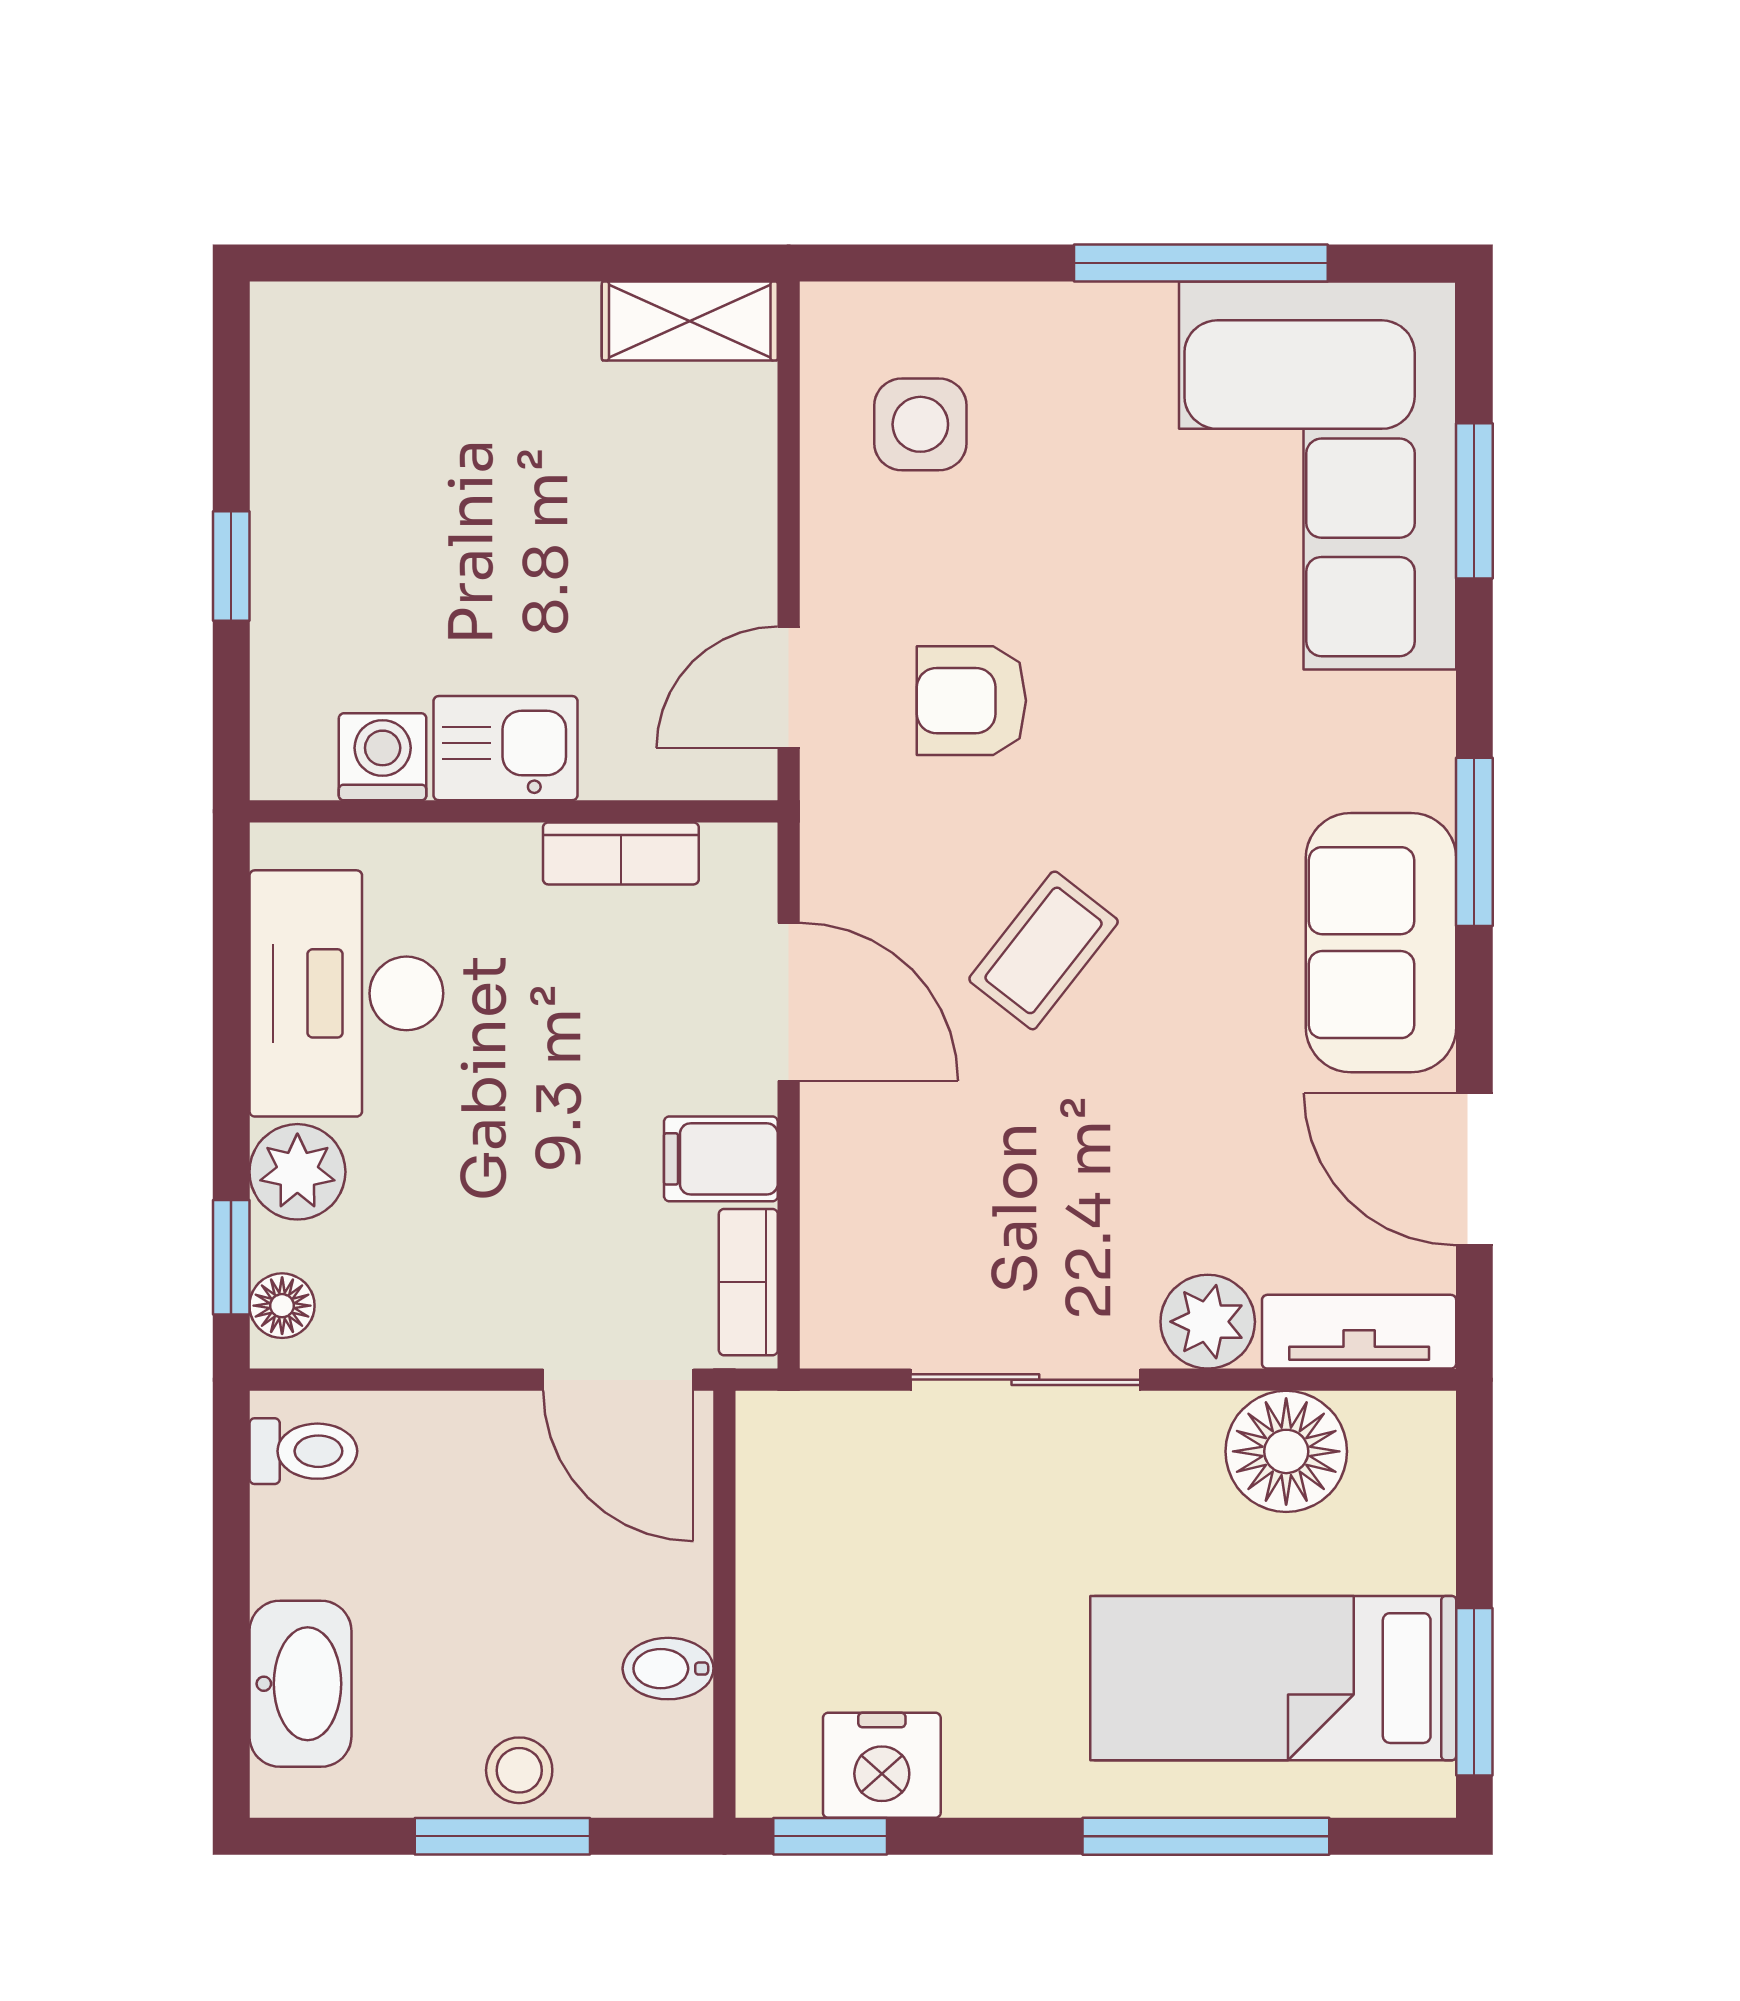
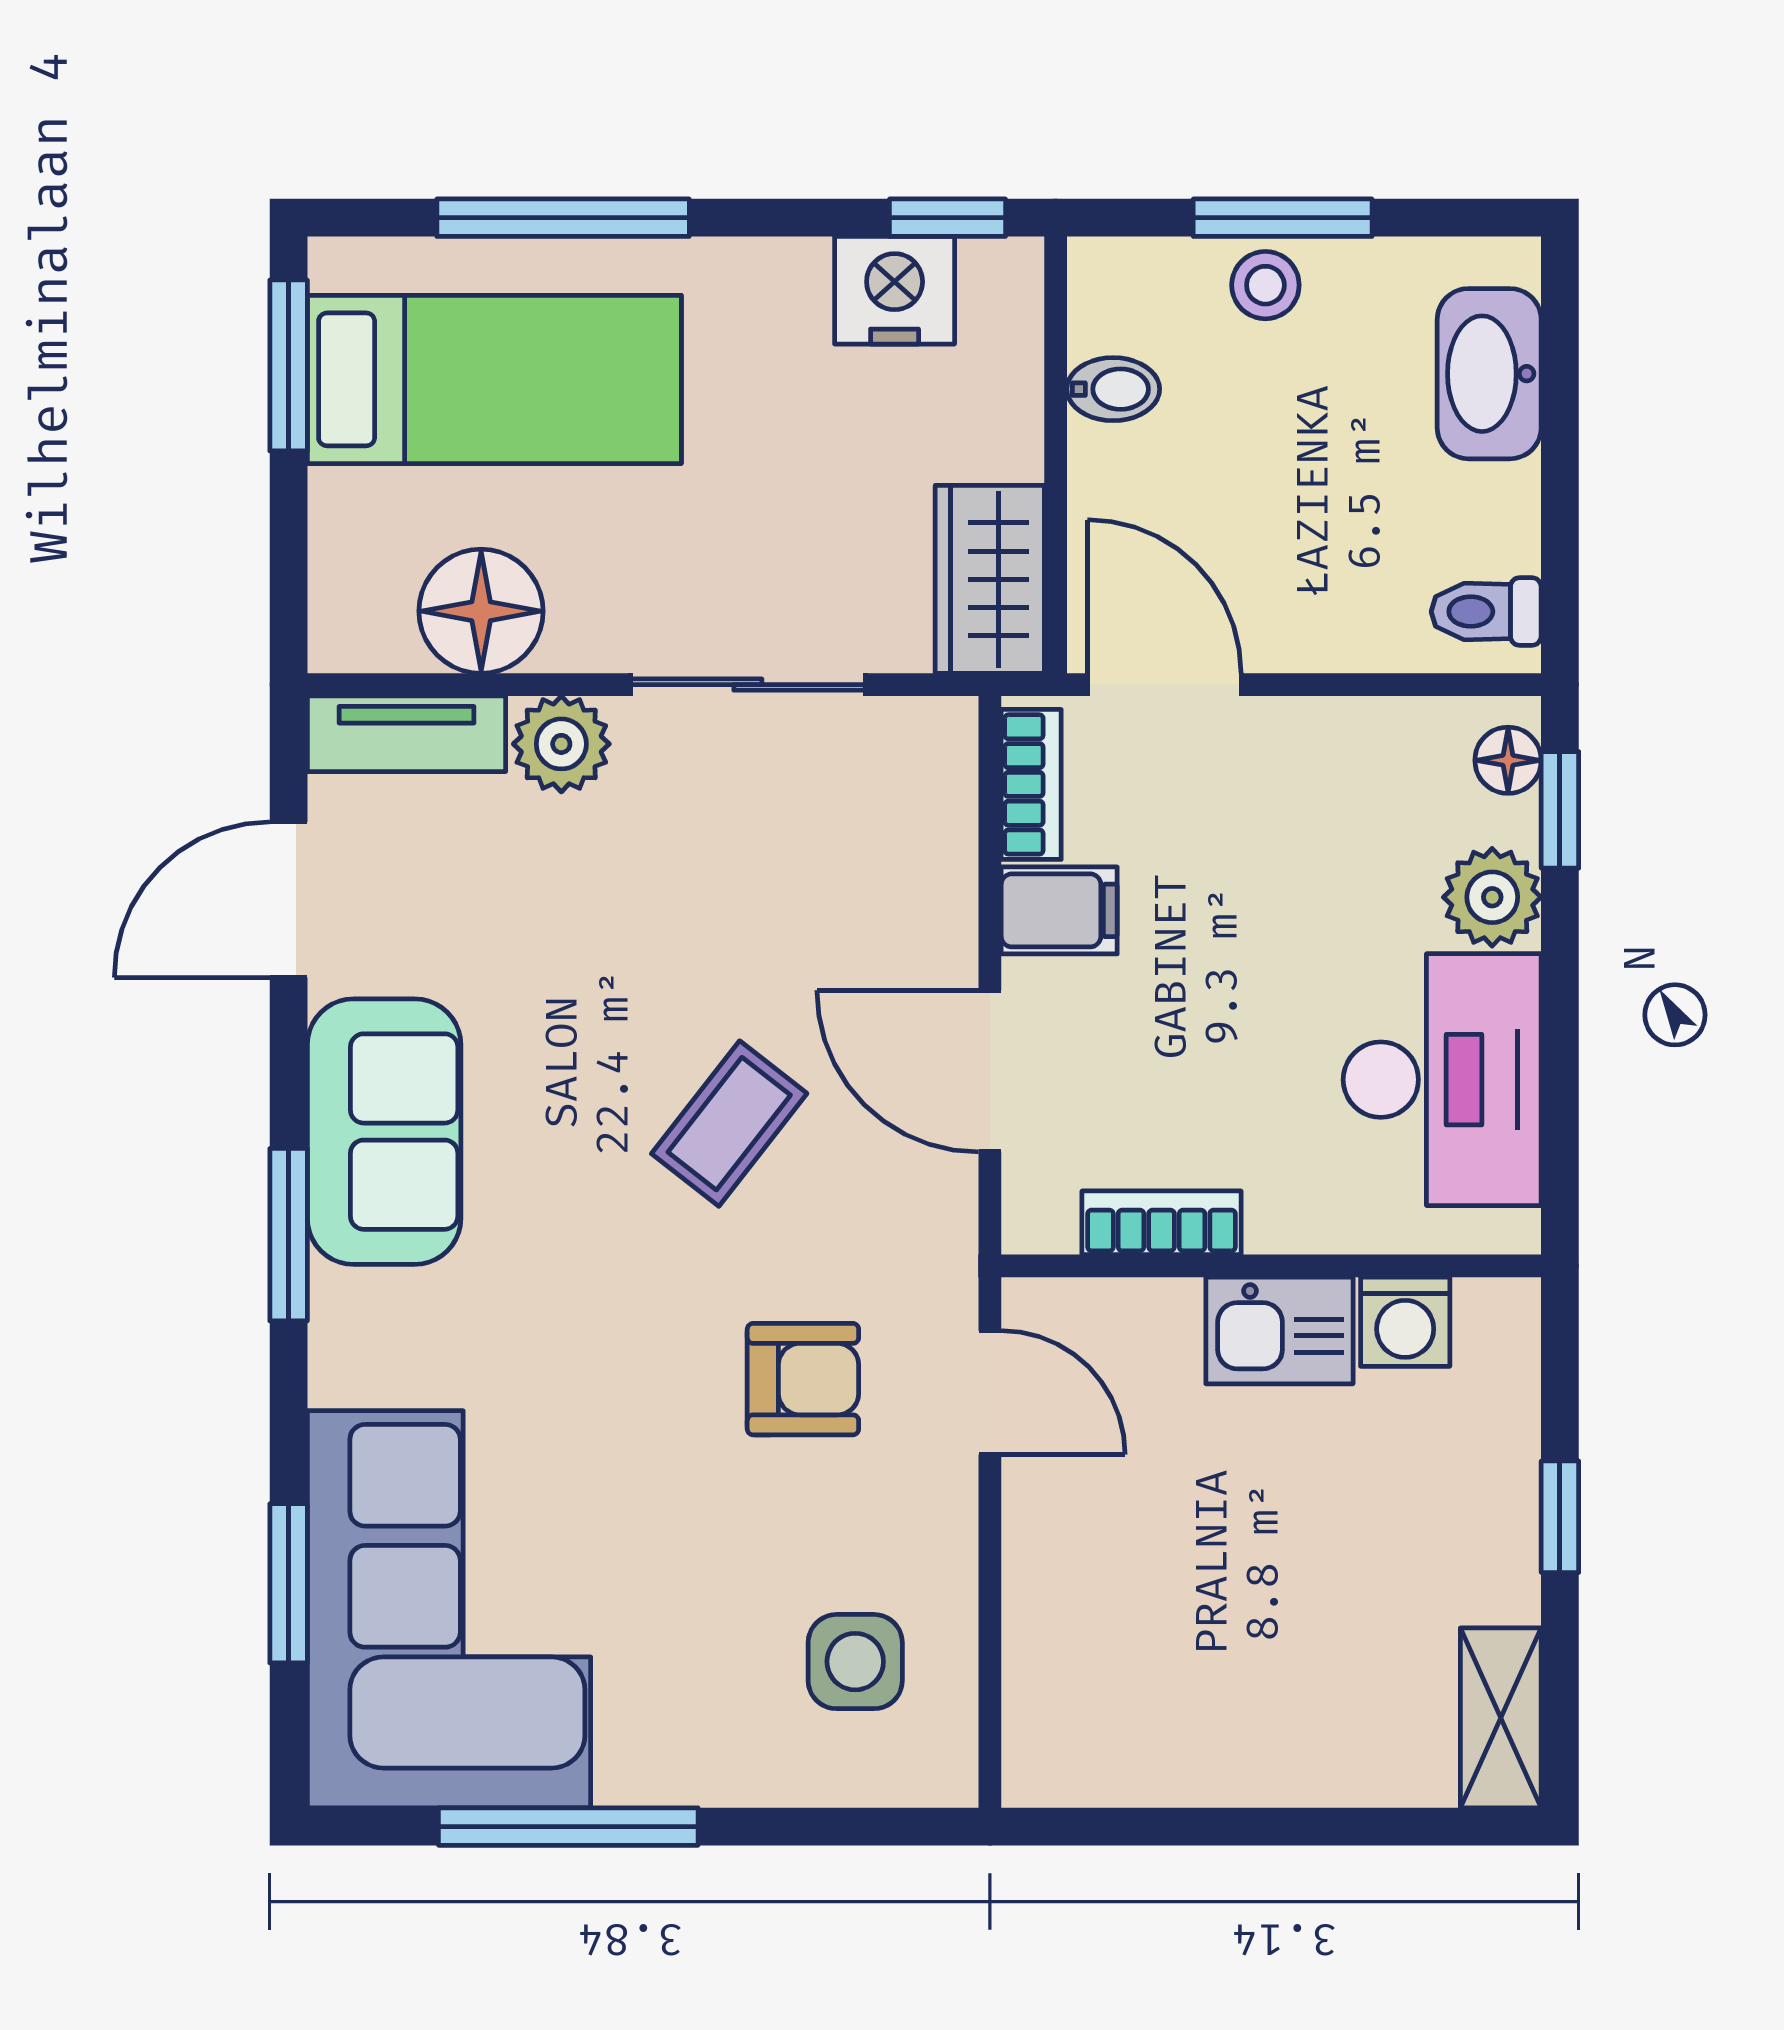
shelving: (690, 321) -> (1501, 1718), moved, turned 90
door: (789, 687) -> (990, 1393), hinge flipped
door: (1474, 1169) -> (289, 900), swing flipped
wardrobe: (789, 1483) -> (990, 579), added

